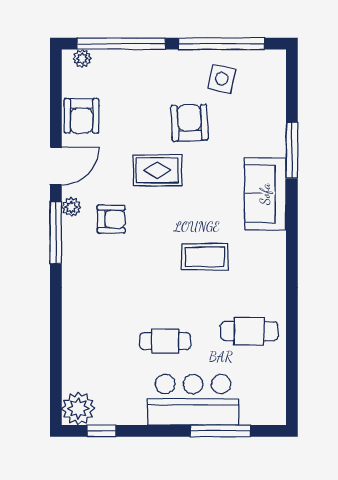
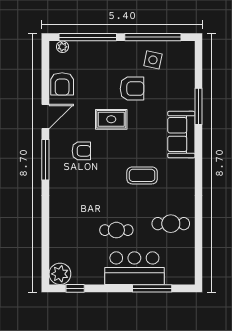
armchair: (189, 123) -> (132, 89), turned 92
plant: (71, 207) -> (55, 143), removed

